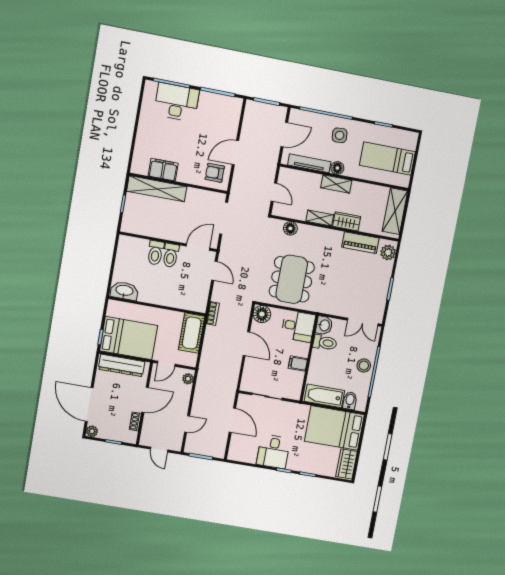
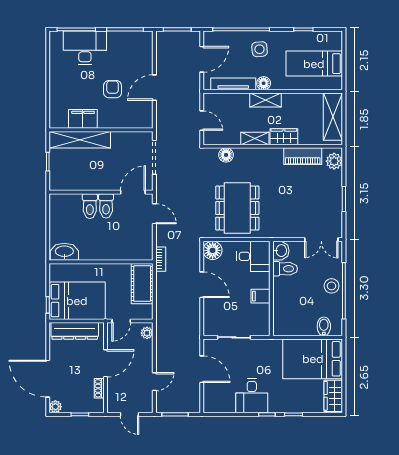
armchair: (215, 173) -> (113, 89), moved, turned 90
bathtub: (324, 396) -> (295, 326), removed

